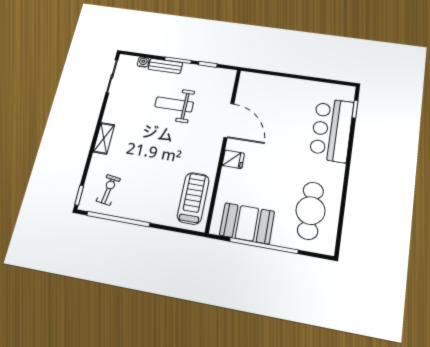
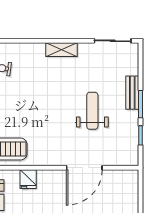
water cooler: (143, 62) -> (133, 69), removed
shelving: (104, 138) -> (61, 50), moved
fridge: (233, 159) -> (28, 179), moved

